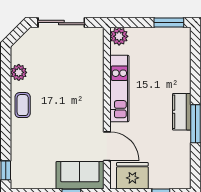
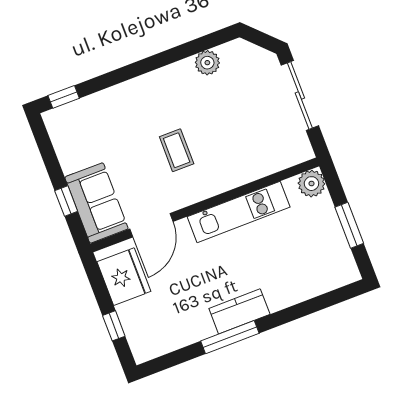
window: (169, 23) -> (349, 225), moved
coffee table: (23, 105) -> (177, 150), moved, turned 90

